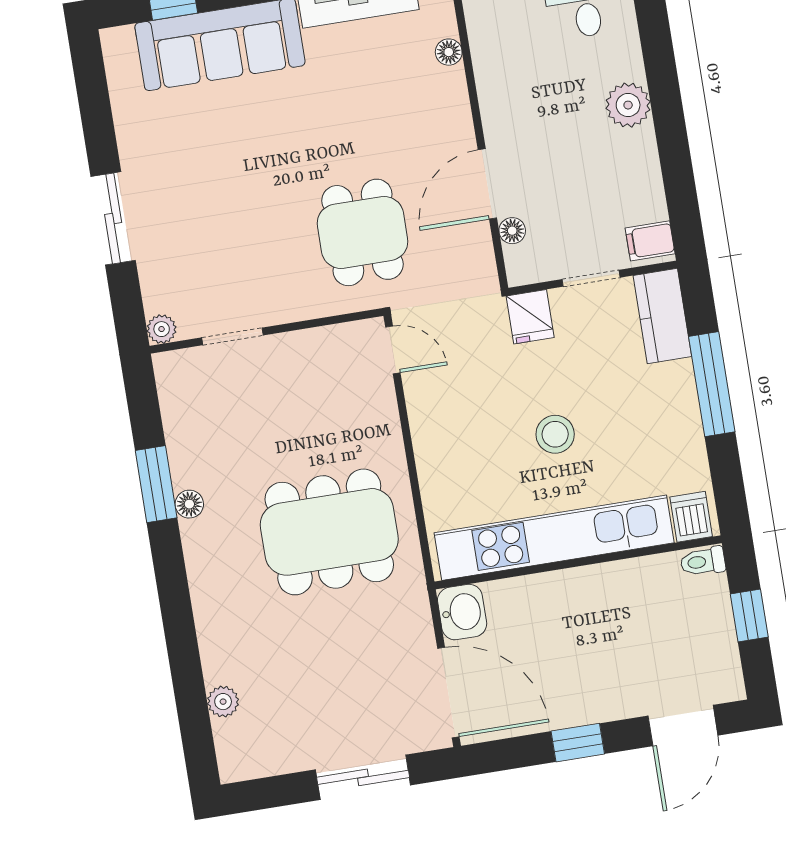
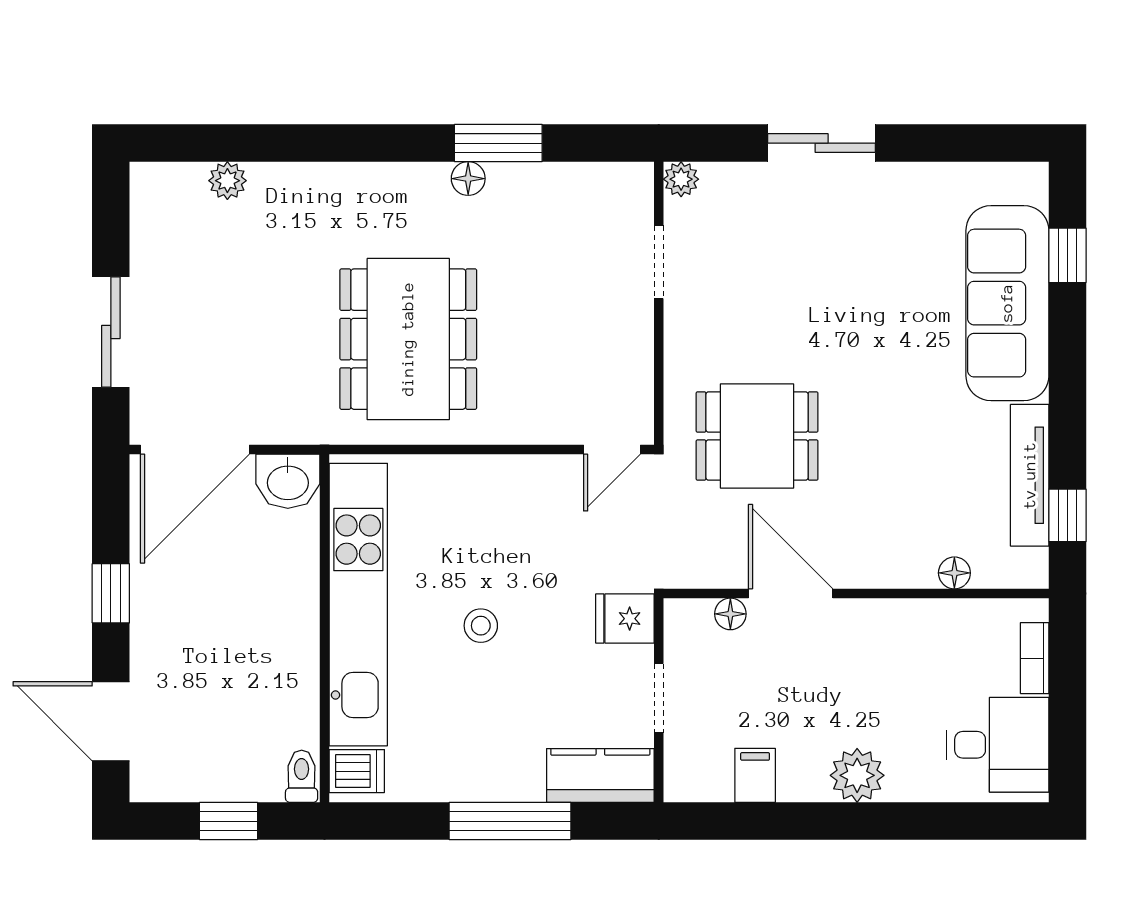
filing cabinet: (650, 241) -> (755, 775), moved
stool: (555, 434) -> (481, 626), width x0.73, depth x0.73

